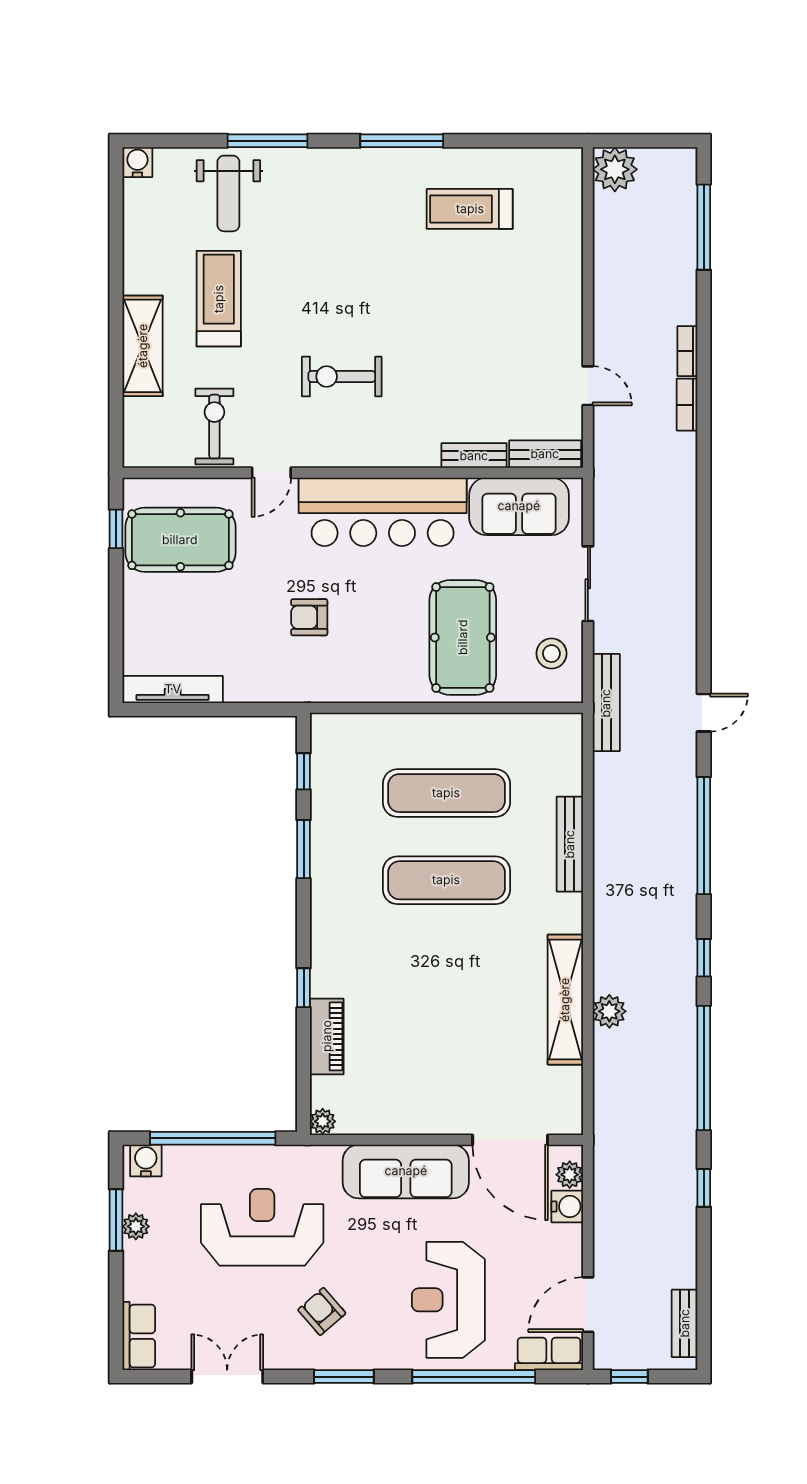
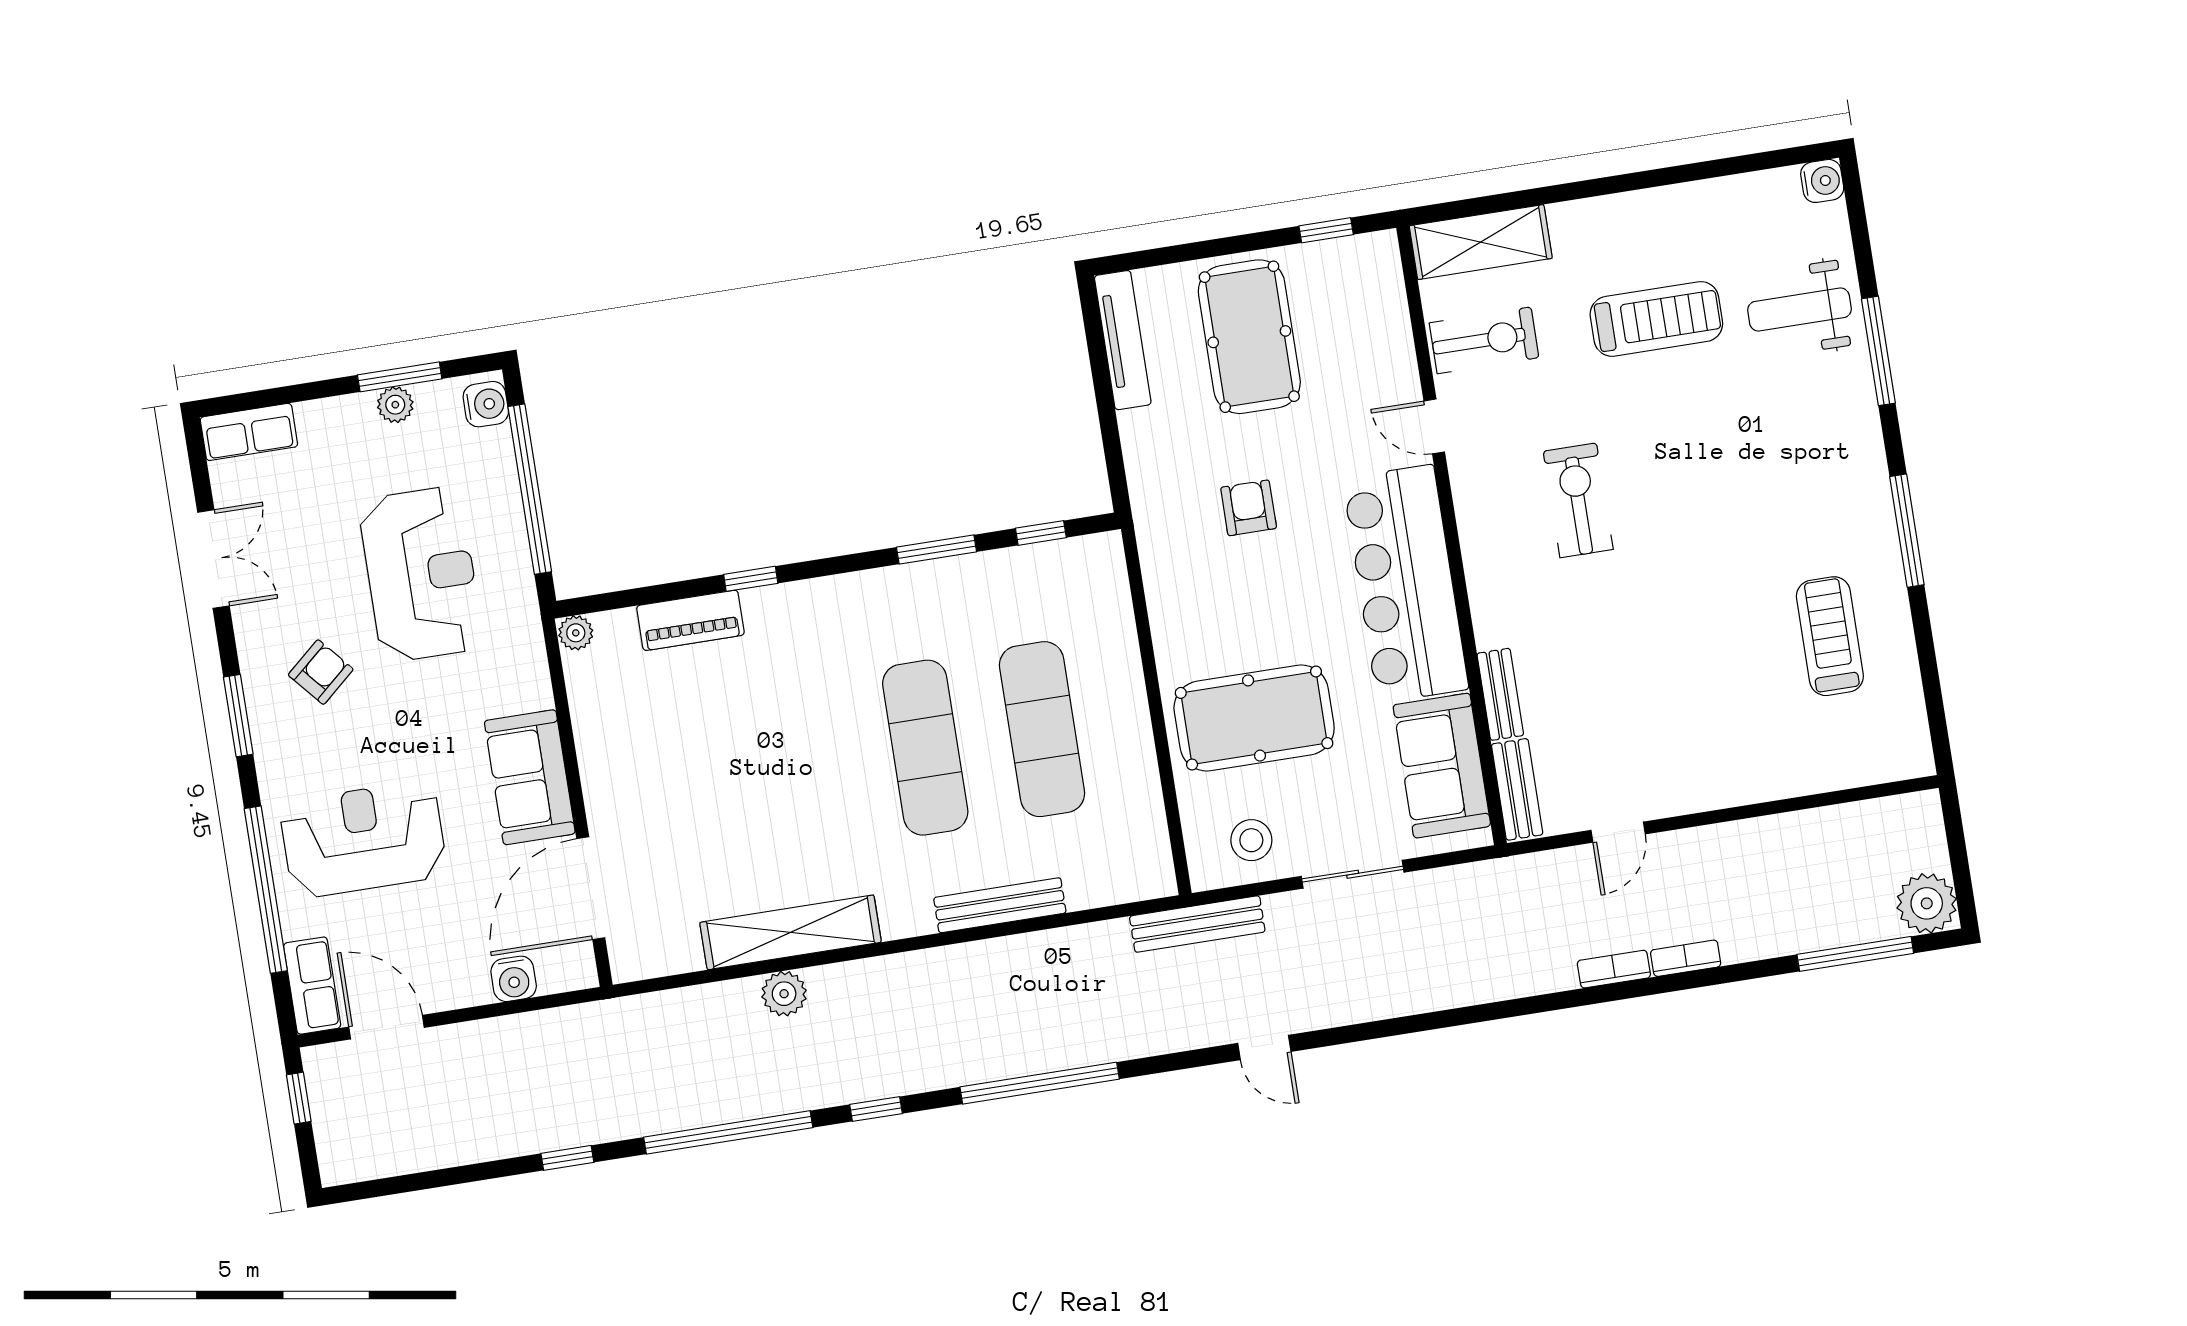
plant: (615, 169) -> (1927, 903), moved
shelving: (143, 346) -> (1481, 242), moved
pool table: (180, 540) -> (1249, 337), moved
door: (704, 713) -> (1264, 1047), moved
sofa: (406, 1171) -> (530, 777), width x0.73
plant: (570, 1175) -> (557, 975), removed
bench: (685, 1323) -> (382, 1161), removed

